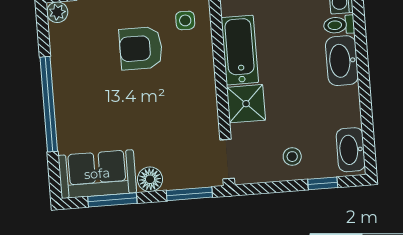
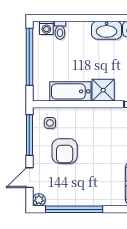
washbasin: (342, 61) -> (107, 30), moved
window: (49, 104) -> (74, 209), moved

